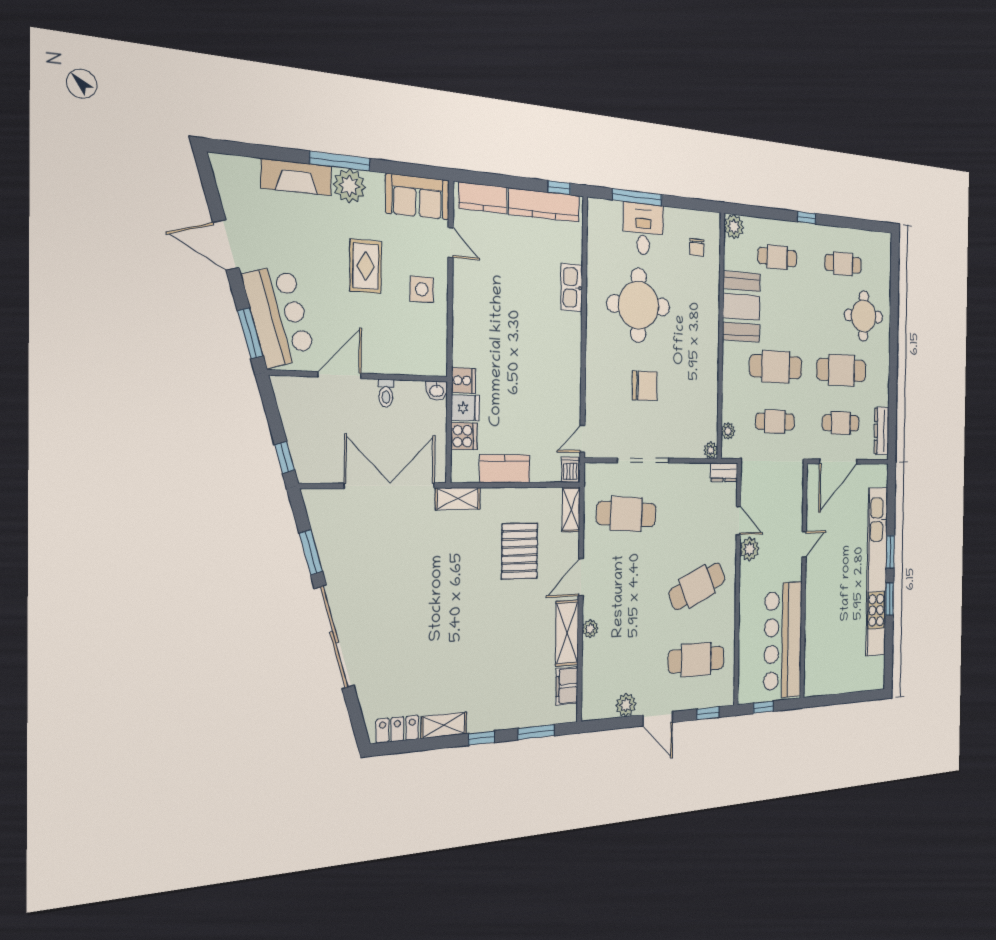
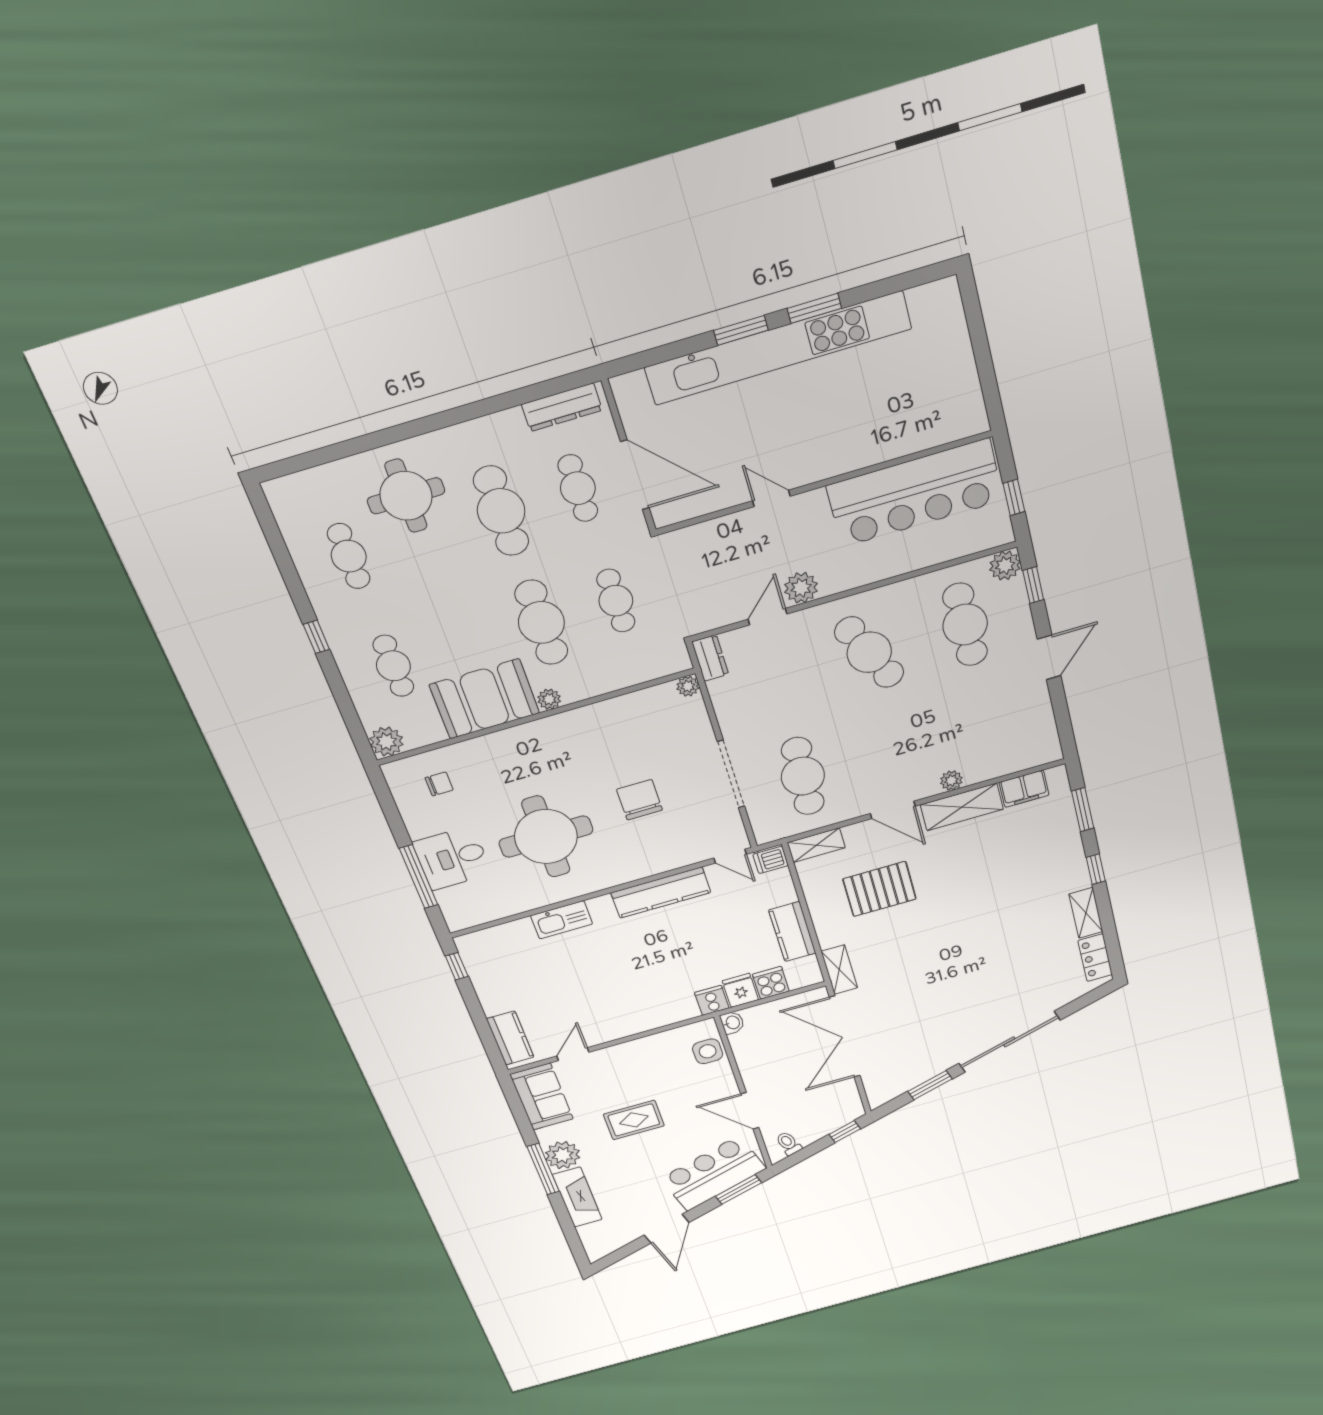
kitchen counter: (544, 205) -> (661, 893), moved, turned 90
side table: (422, 289) -> (708, 1051), moved
toilet: (386, 393) -> (788, 1143), moved, turned -106
plant: (728, 431) -> (549, 699), moved
plant: (626, 705) -> (1005, 566), moved

